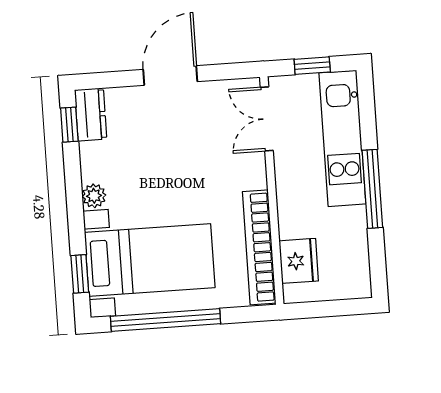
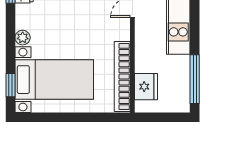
window: (372, 189) -> (195, 79), moved
window: (166, 320) -> (61, 117), removed

